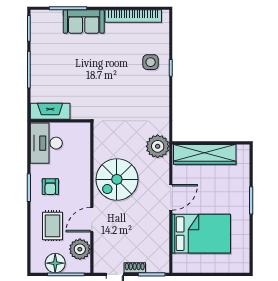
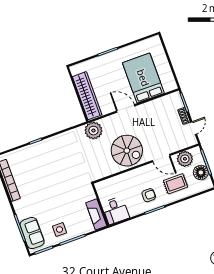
sofa: (84, 22) -> (32, 233), moved
side table: (151, 62) -> (60, 229), moved
desk: (46, 143) -> (115, 210), width x0.73

